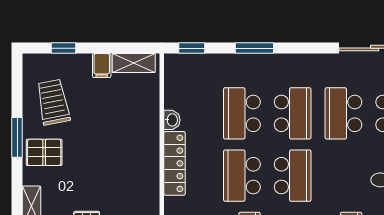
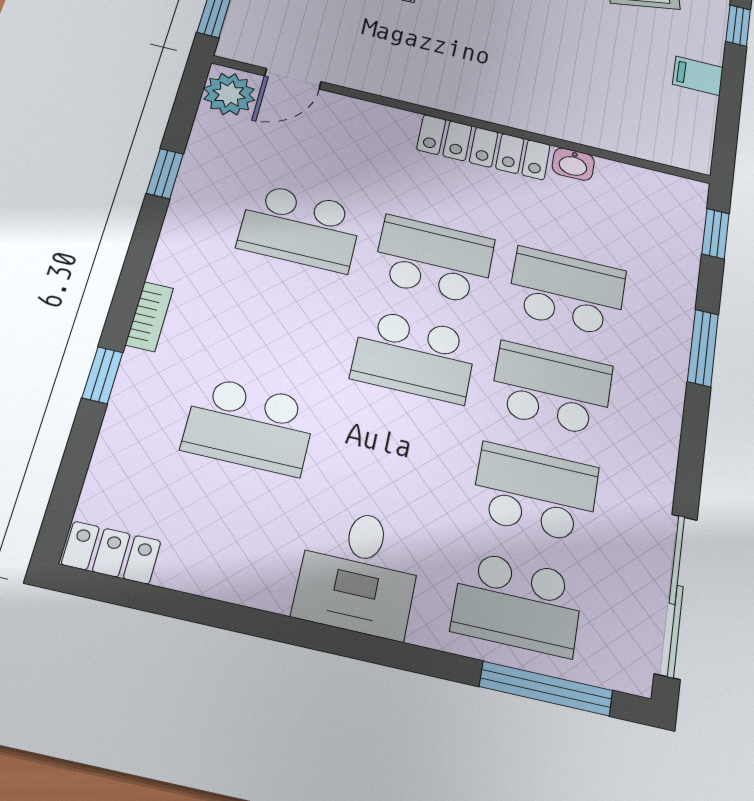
shelving: (134, 63) -> (697, 129), removed
school desk: (293, 113) -> (552, 388), turned 180

